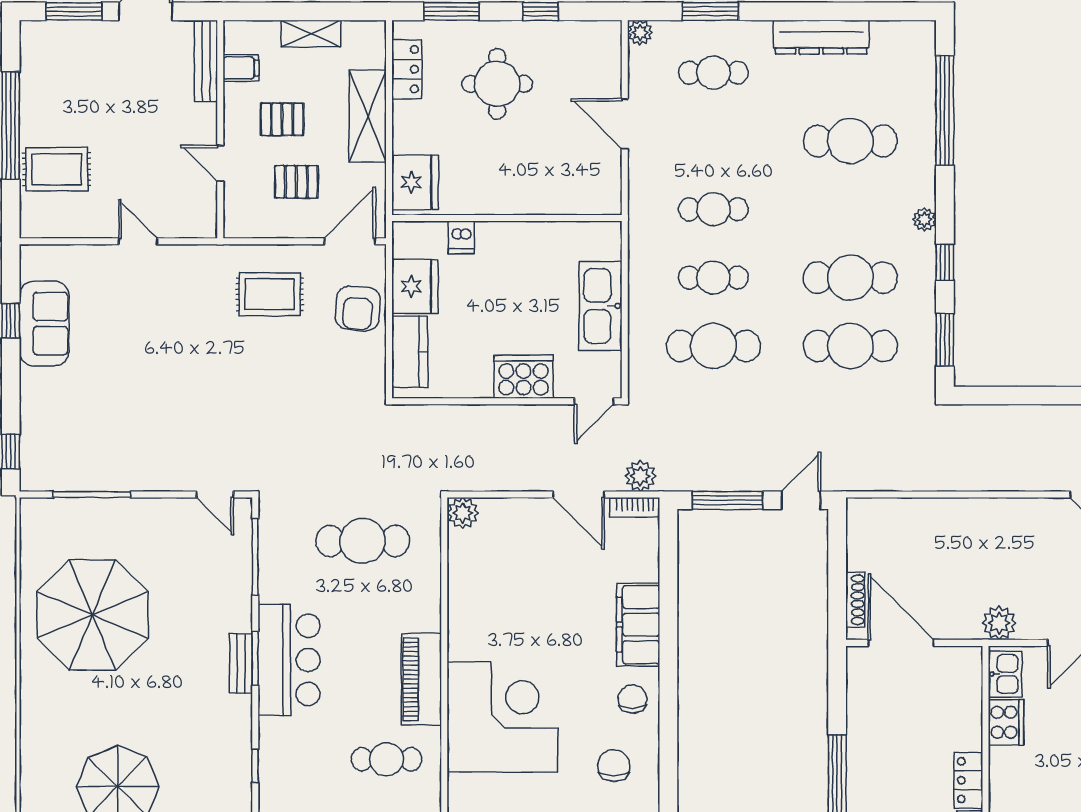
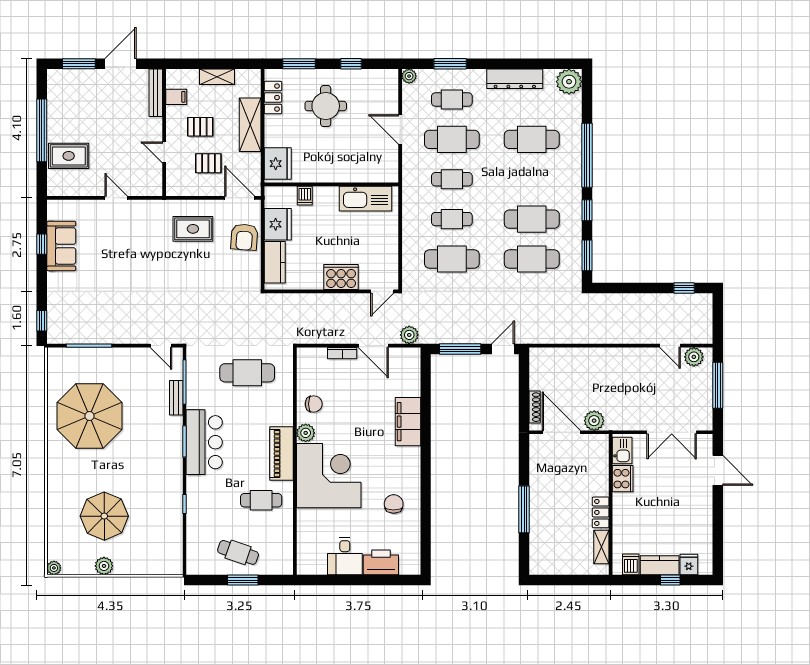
window: (945, 110) -> (587, 155), moved
cafe table: (713, 141) -> (452, 139), added
plant: (924, 219) -> (569, 82), moved, width x1.88, depth x1.88
door: (350, 241) -> (240, 198), hinge flipped
kitchen sink: (600, 306) -> (366, 199), moved, turned -90
bookcase: (635, 507) -> (342, 353), moved
plant: (463, 513) -> (306, 433), moved
plant: (999, 623) -> (594, 421), moved
bench: (241, 663) -> (176, 398), moved
chair: (633, 699) -> (314, 404), moved, turned 90

